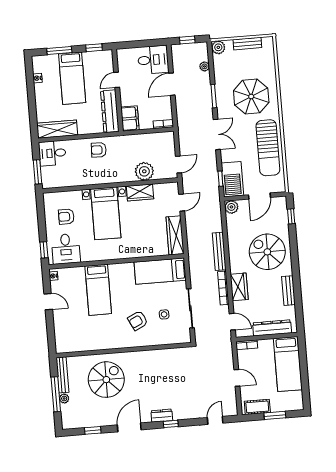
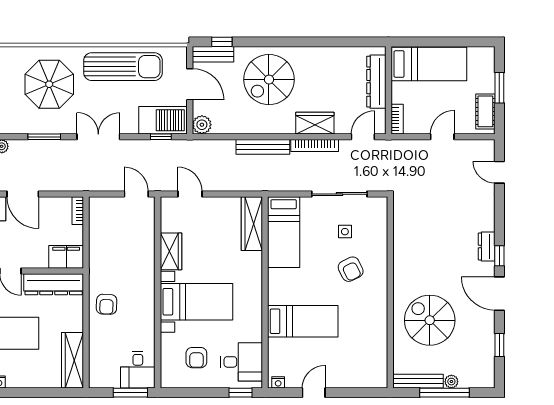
desk: (52, 153) -> (138, 370), moved
plant: (144, 171) -> (142, 243), removed
wardrobe: (175, 235) -> (252, 224), moved, turned 90
bench: (288, 291) -> (213, 54), moved
window: (171, 424) -> (499, 256), moved

